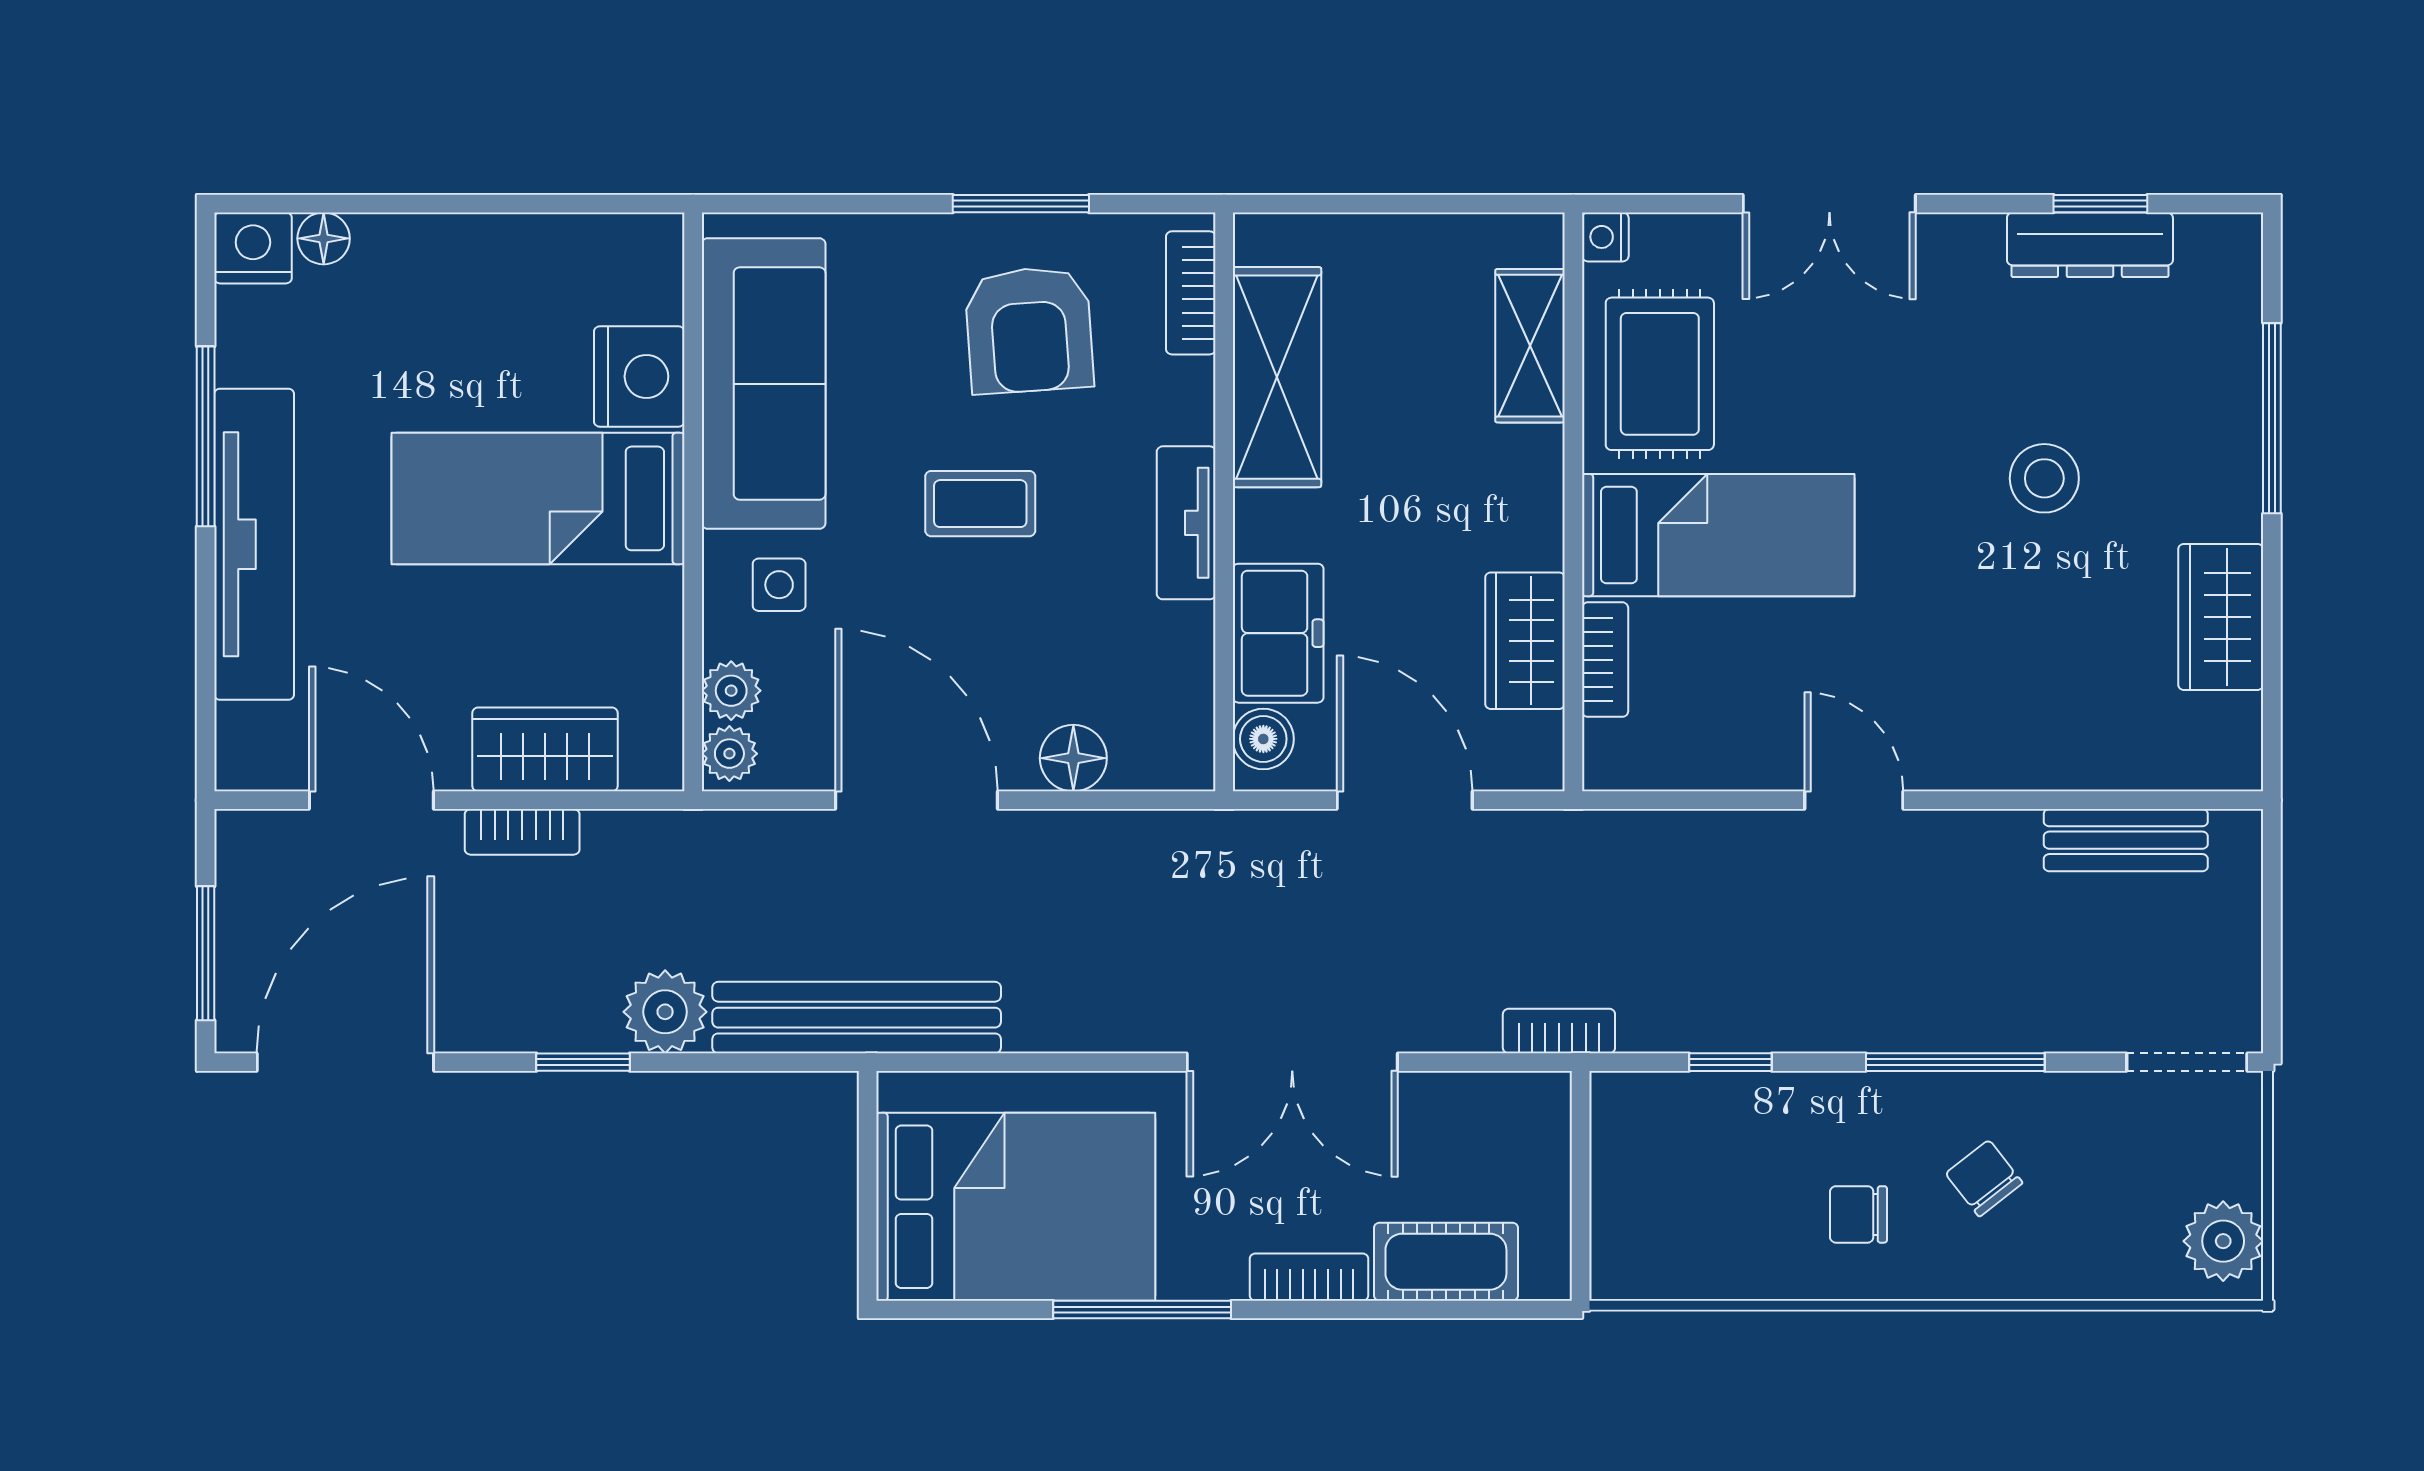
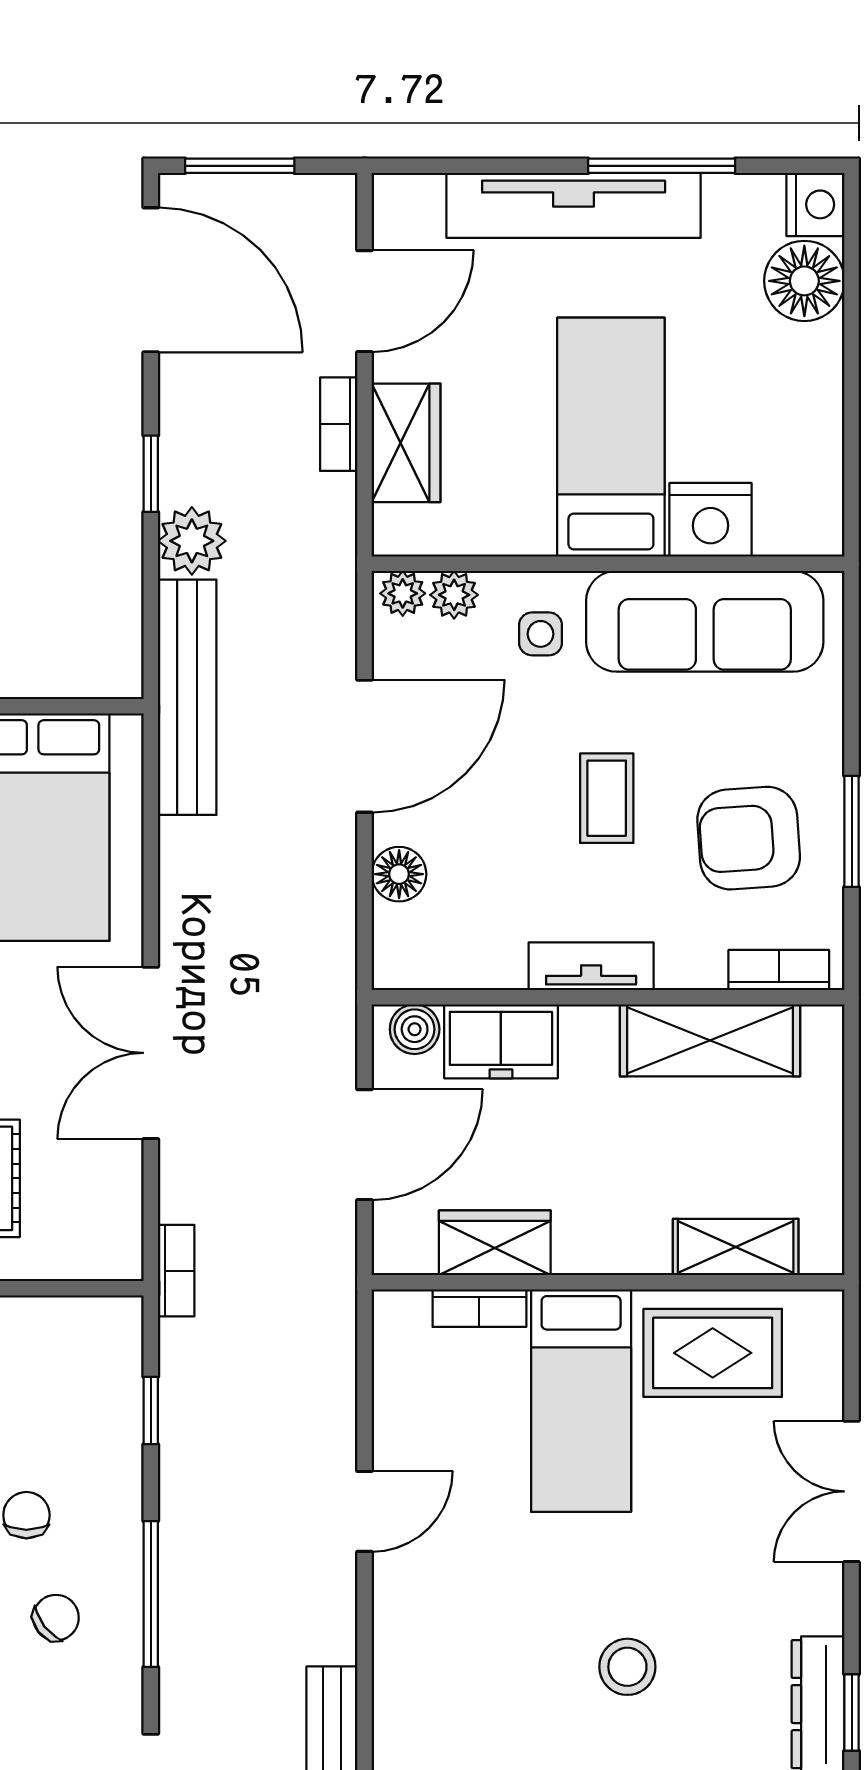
nightstand: (1605, 237) -> (824, 1308), removed
floor lamp: (324, 238) -> (804, 281), width x1.89, depth x1.89

